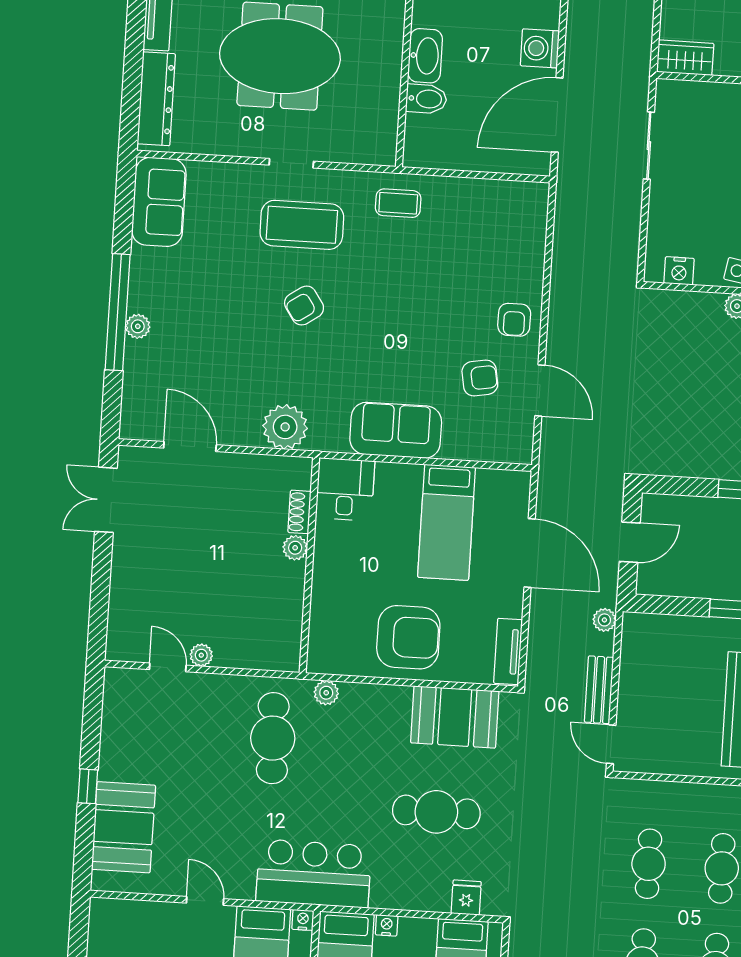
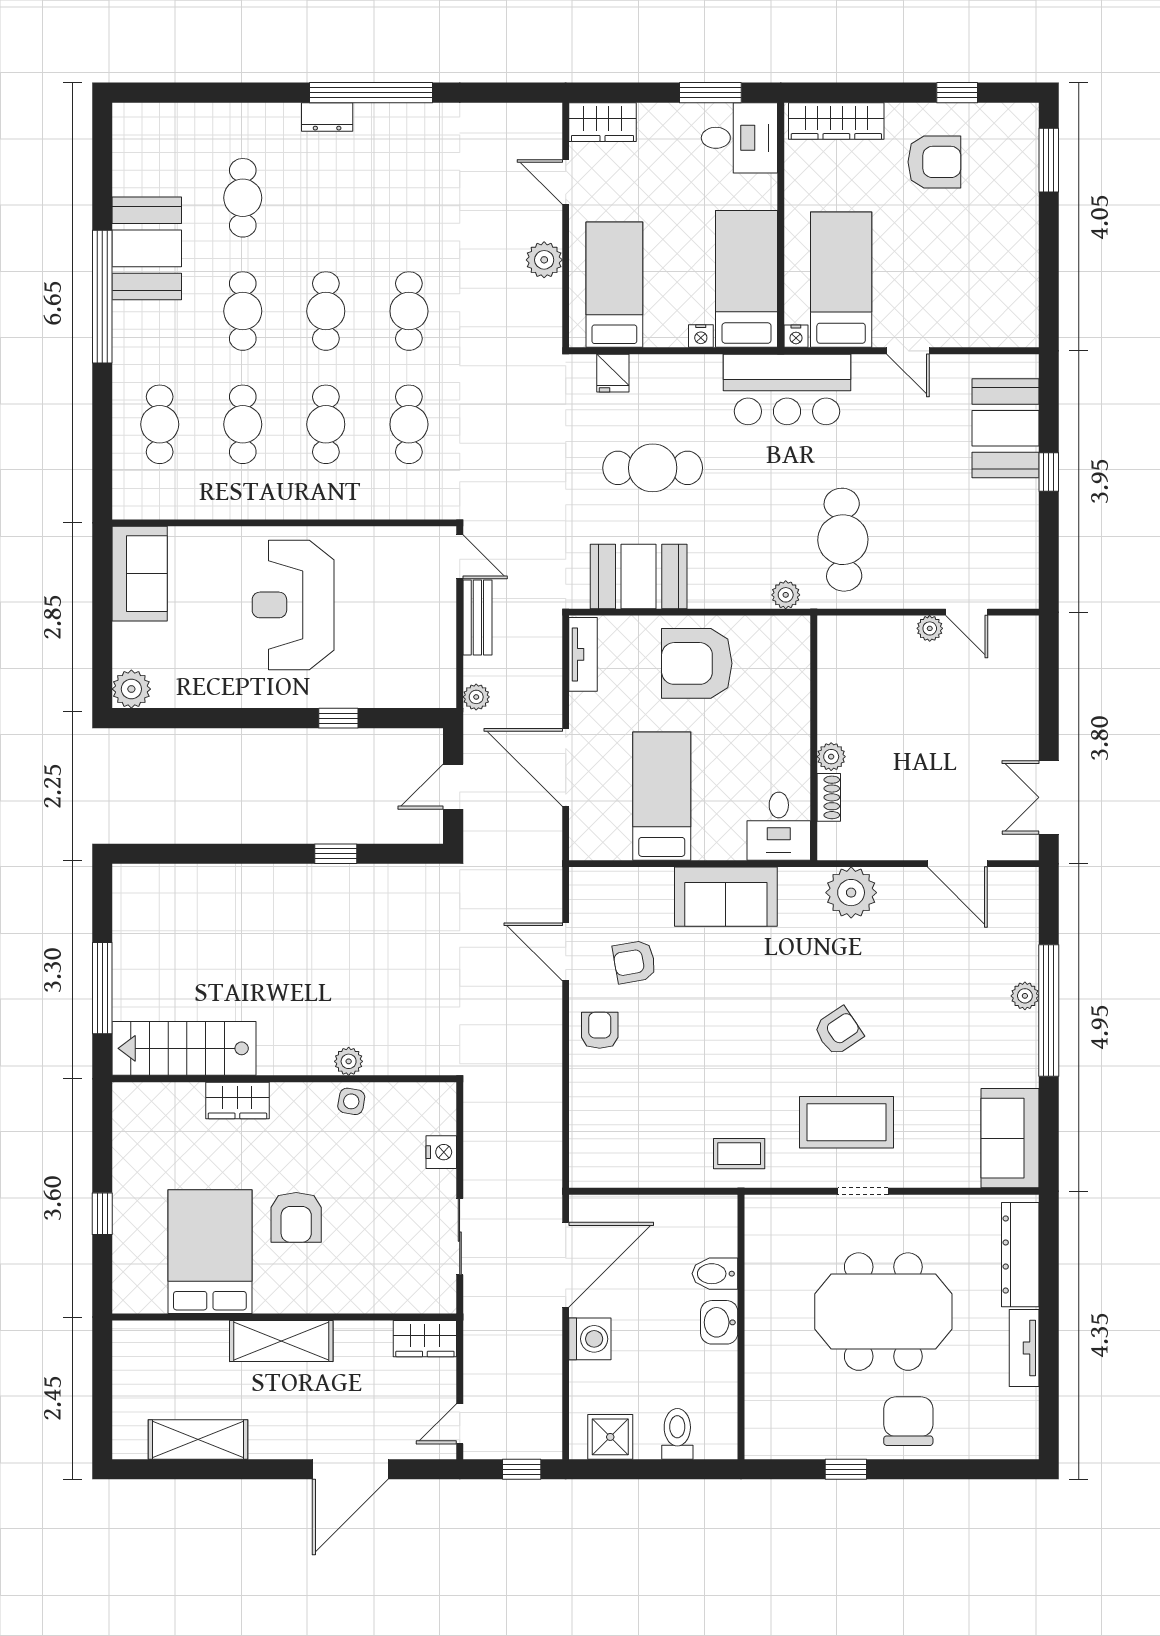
washbasin: (425, 56) -> (719, 1322), width x0.72
nightstand: (679, 271) -> (441, 1152), moved, turned 90
double door: (106, 500) -> (1049, 797), swing flipped

